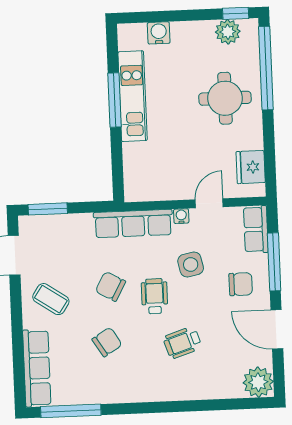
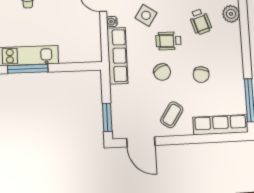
side table: (191, 264) -> (146, 15), turned 45
chair: (110, 286) -> (162, 72), turned -58
chair: (107, 342) -> (201, 75), turned -140
plant: (194, 388) -> (231, 14), added

